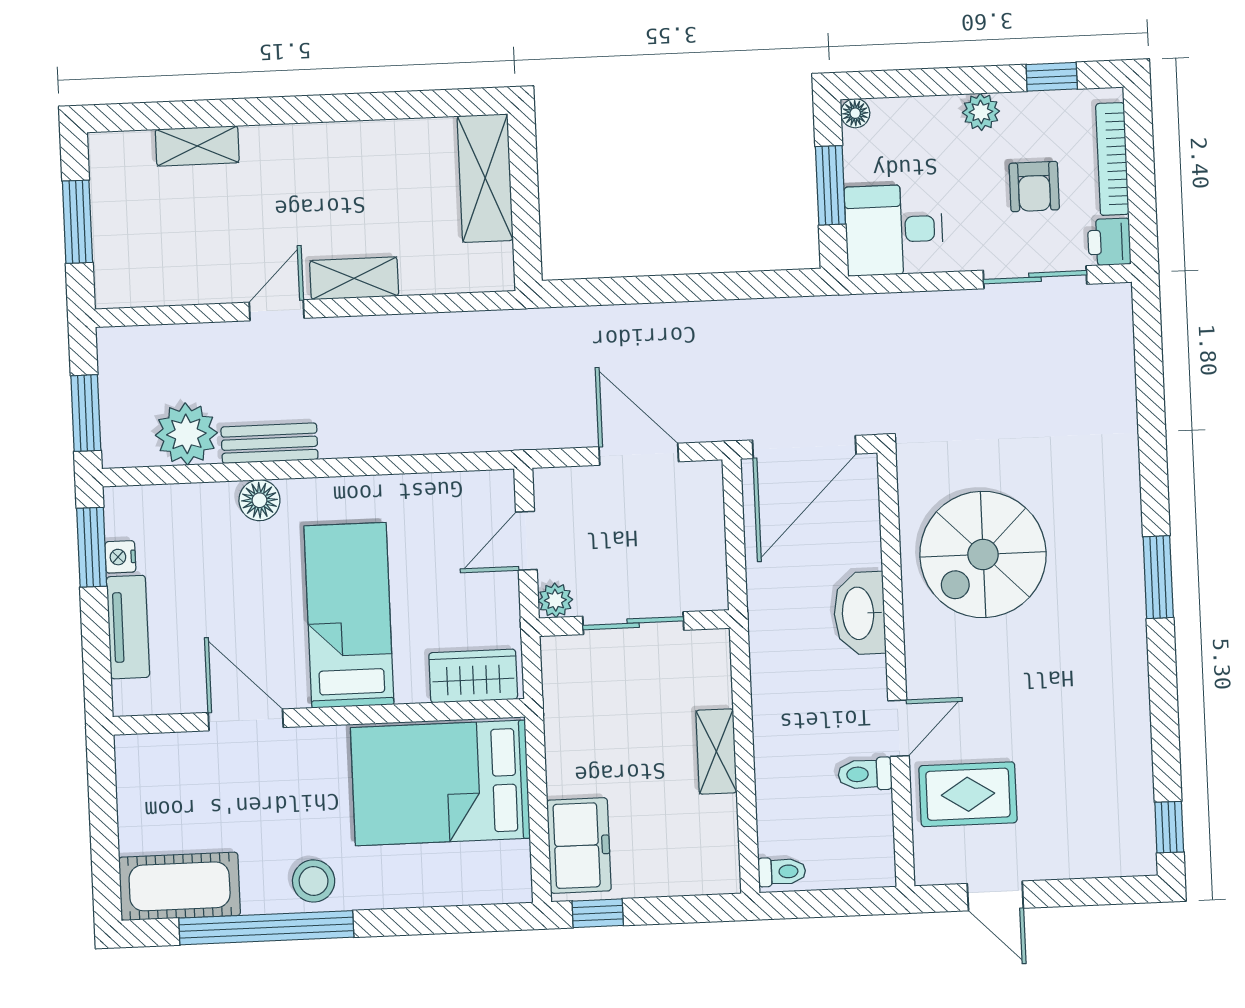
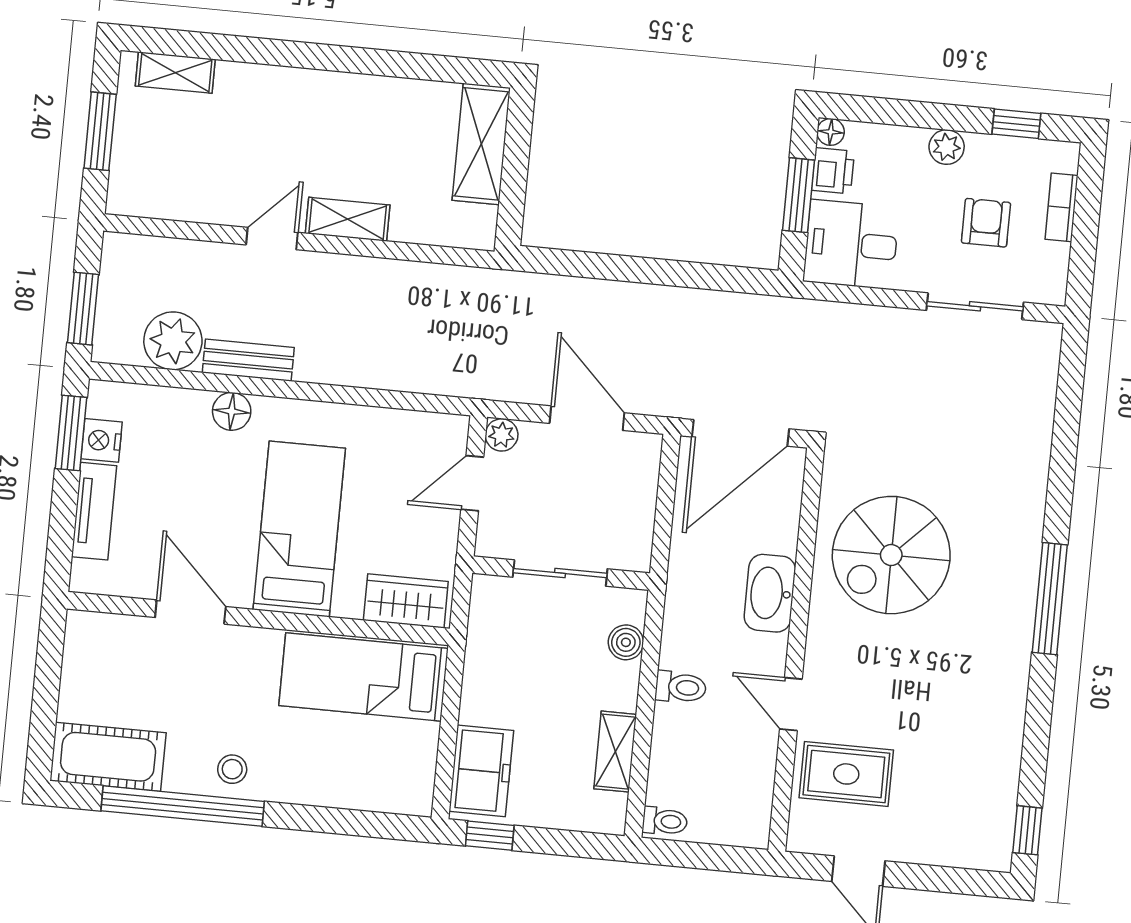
shelving: (197, 146) -> (175, 73), moved
bookcase: (1112, 159) -> (1062, 207), width x0.64
armchair: (1034, 187) -> (986, 223), turned 180
printer: (1109, 242) -> (833, 171), moved, turned 180
nightstand: (120, 557) -> (102, 440), width x1.39, depth x1.35
window: (1158, 577) -> (1050, 599), width x1.44
plant: (555, 600) -> (502, 435), moved
boiler: (714, 687) -> (626, 642), added
door: (899, 728) -> (791, 704), swing flipped
shelving: (716, 752) -> (615, 752), moved
toilet: (865, 774) -> (681, 687), moved, turned 180
bed: (440, 783) -> (363, 677), width x0.67
stool: (314, 881) -> (232, 769), width x0.73, depth x0.73

